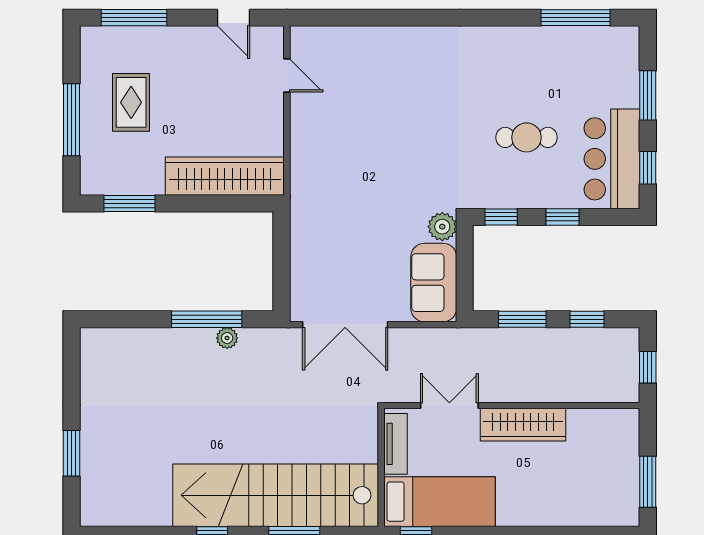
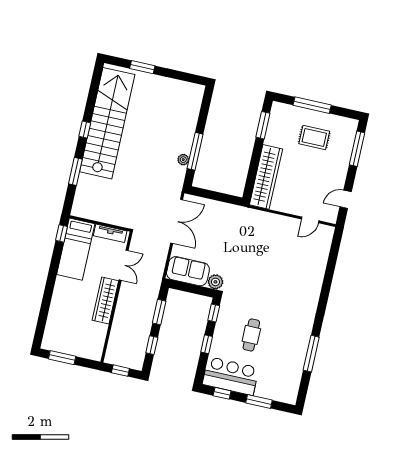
window: (575, 18) -> (311, 354), moved
double door: (345, 325) -> (177, 221), swing flipped
stairs: (276, 495) -> (107, 123), moved

